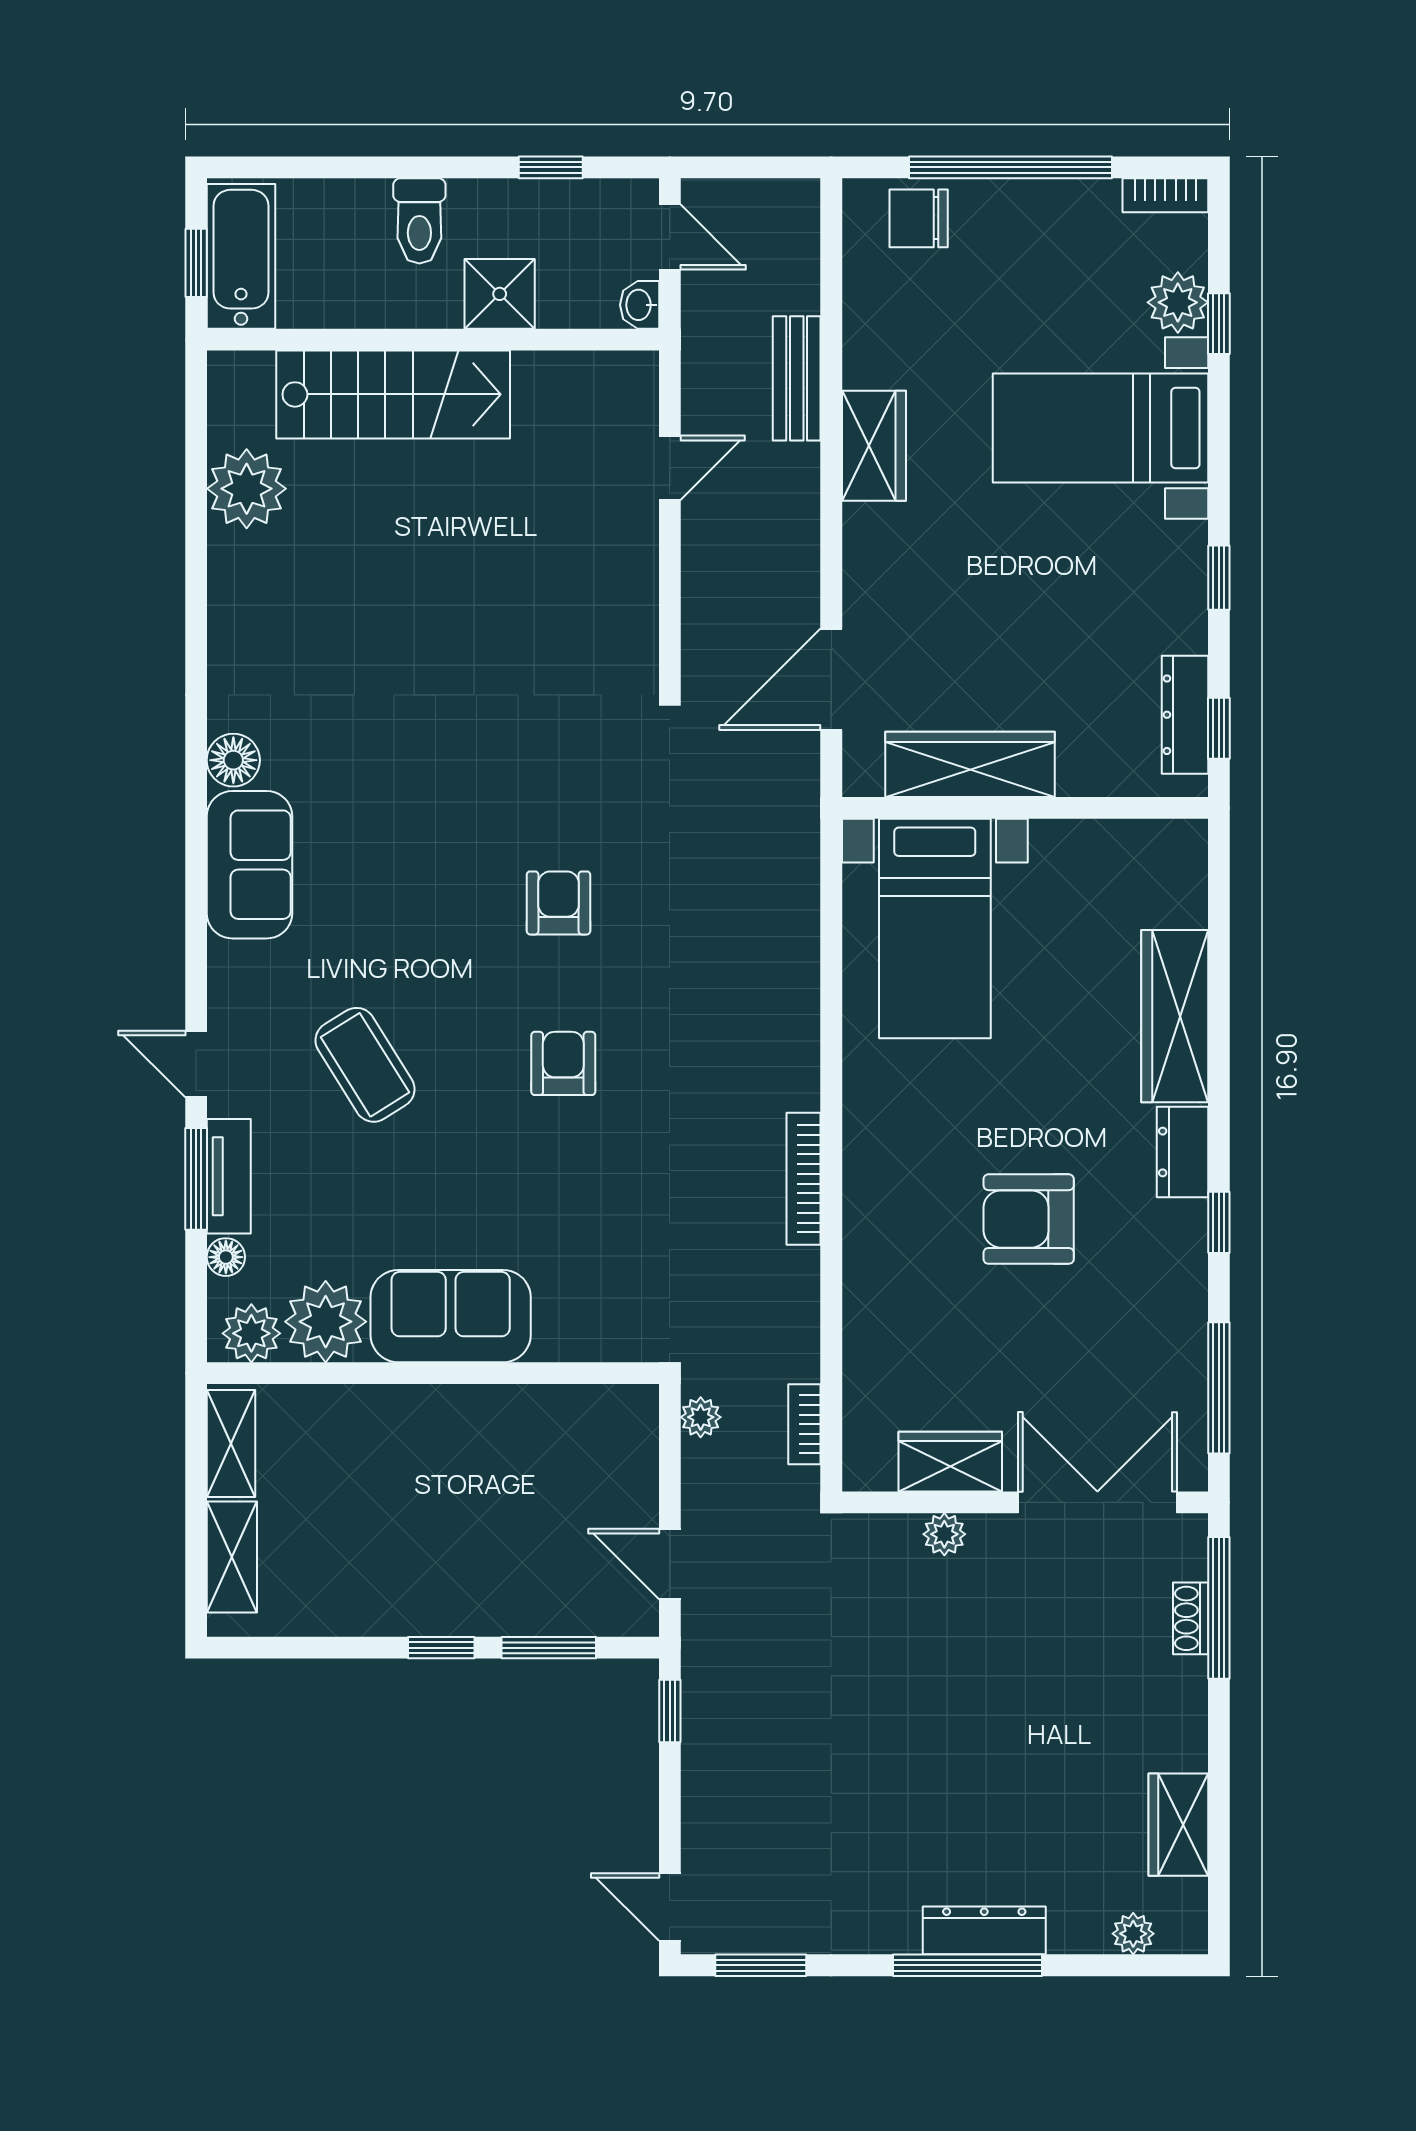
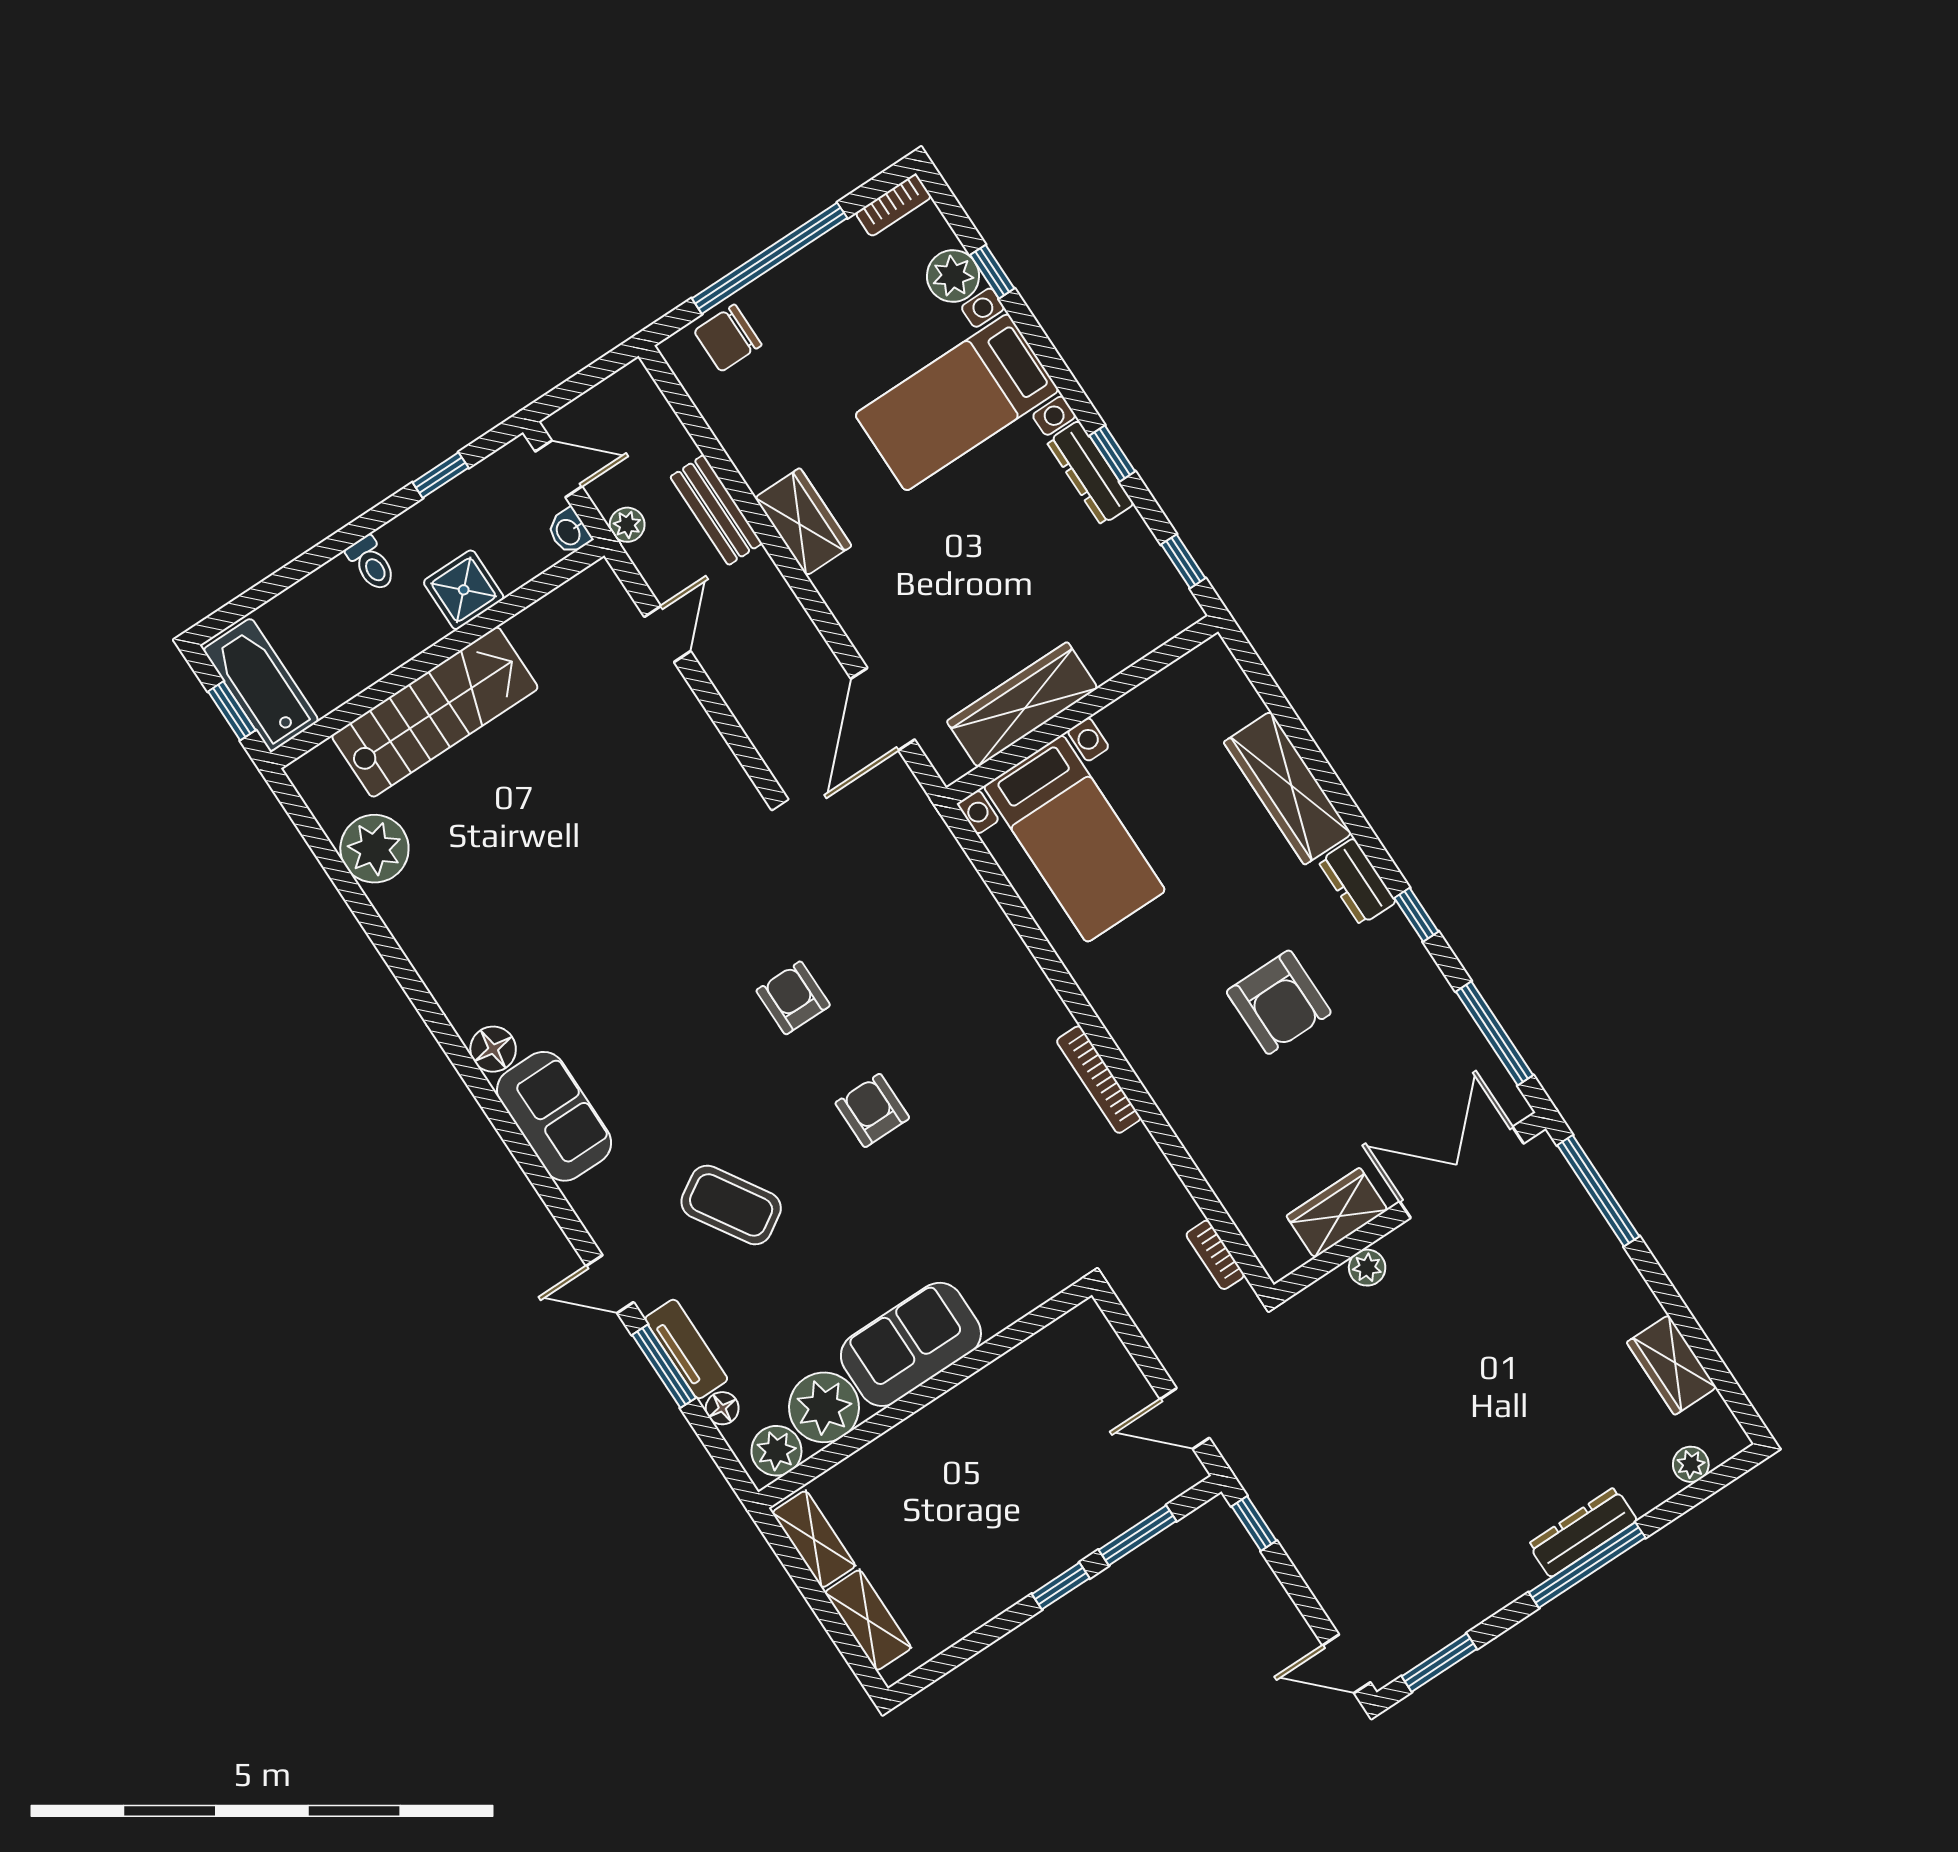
toilet: (419, 221) -> (371, 564), width x0.73, depth x0.72
dresser: (1185, 715) -> (1090, 473), moved
armchair: (1029, 1219) -> (1279, 1002), turned -90
plant: (701, 1417) -> (627, 525), moved
shoe rack: (1191, 1618) -> (1583, 1212), removed

